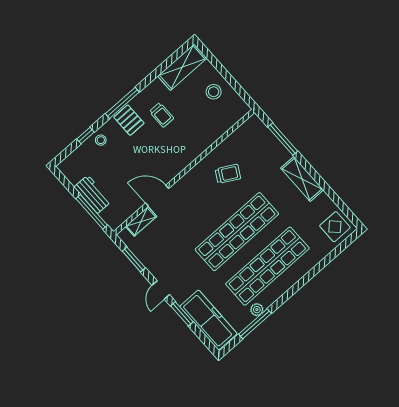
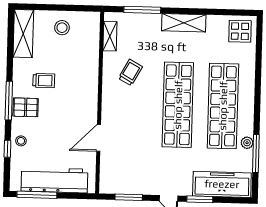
workbench: (93, 194) -> (54, 180), width x1.88, depth x1.32
window: (92, 212) -> (37, 195), moved
shelving: (141, 221) -> (110, 36), moved

